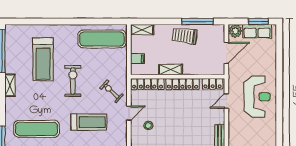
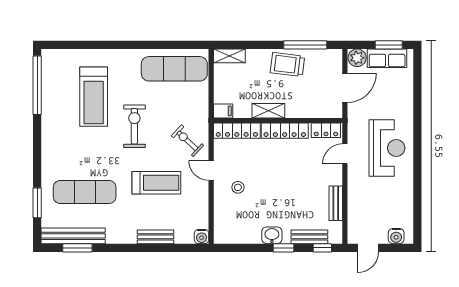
filing cabinet: (138, 59) -> (223, 111), moved
shelving: (10, 85) -> (48, 132), removed
door: (129, 113) -> (211, 171), swing flipped

